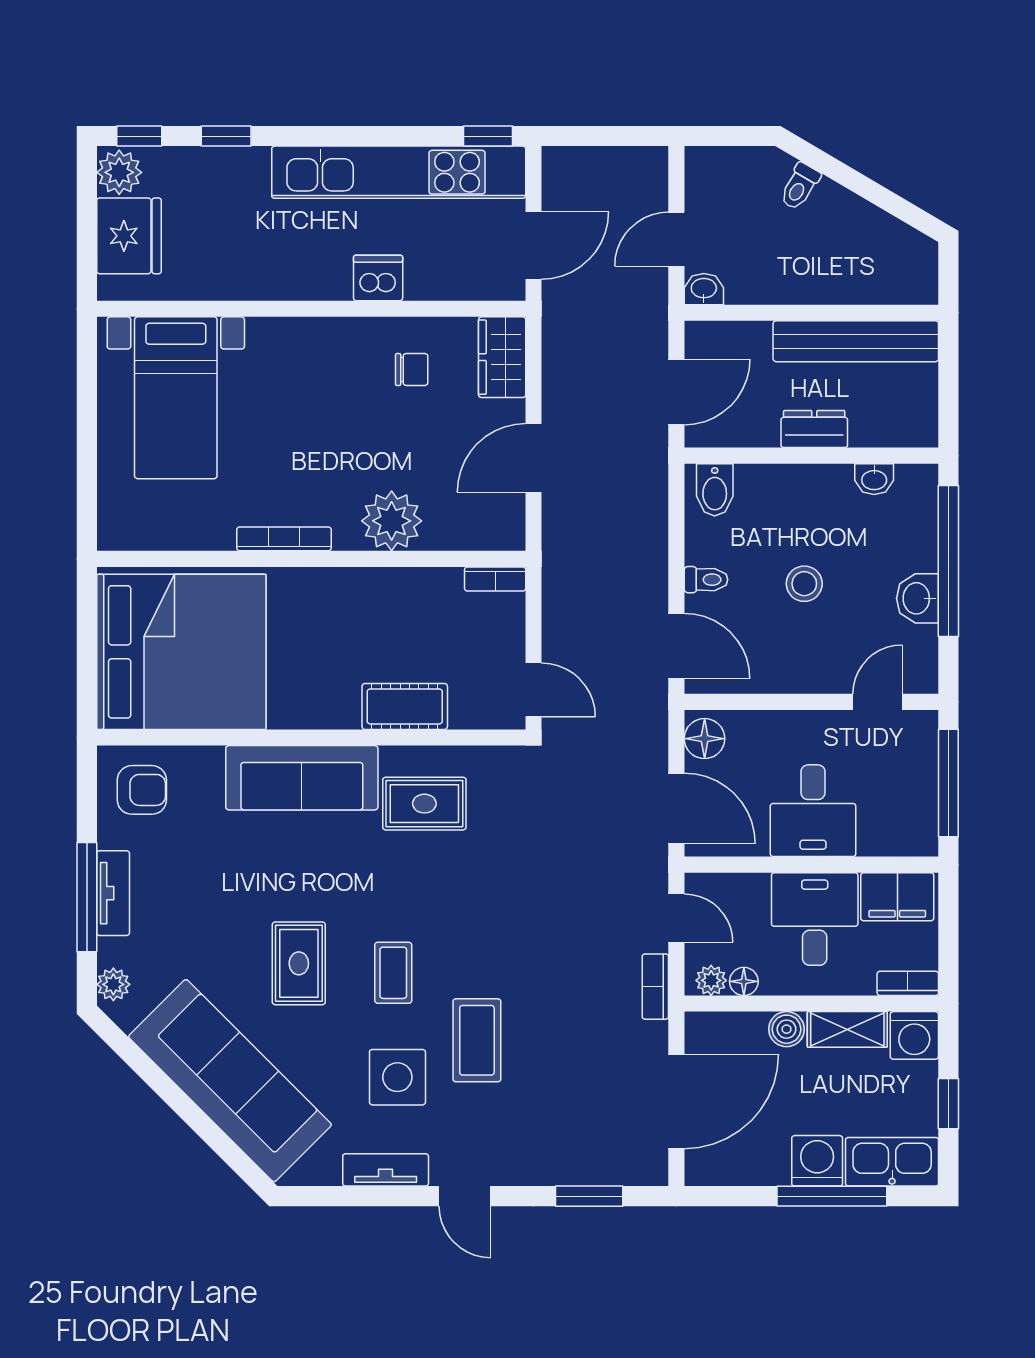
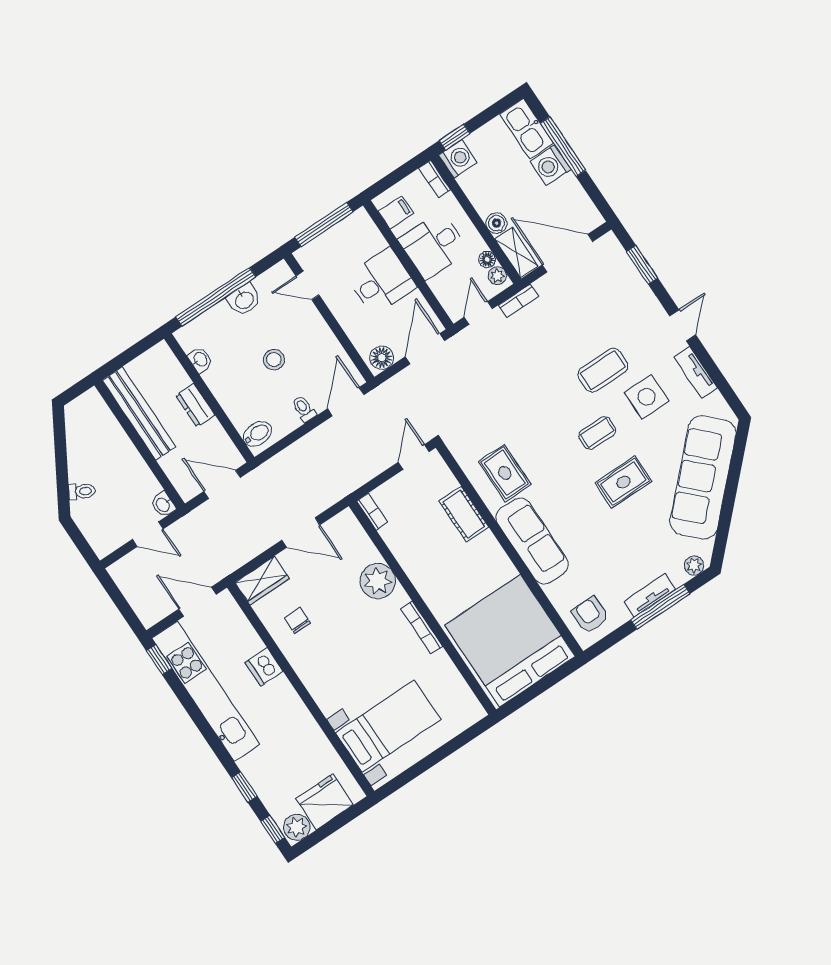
filing cabinet: (897, 897) -> (396, 212), width x0.50
shelving: (847, 1029) -> (516, 253), moved
window: (948, 1104) -> (455, 137), moved

